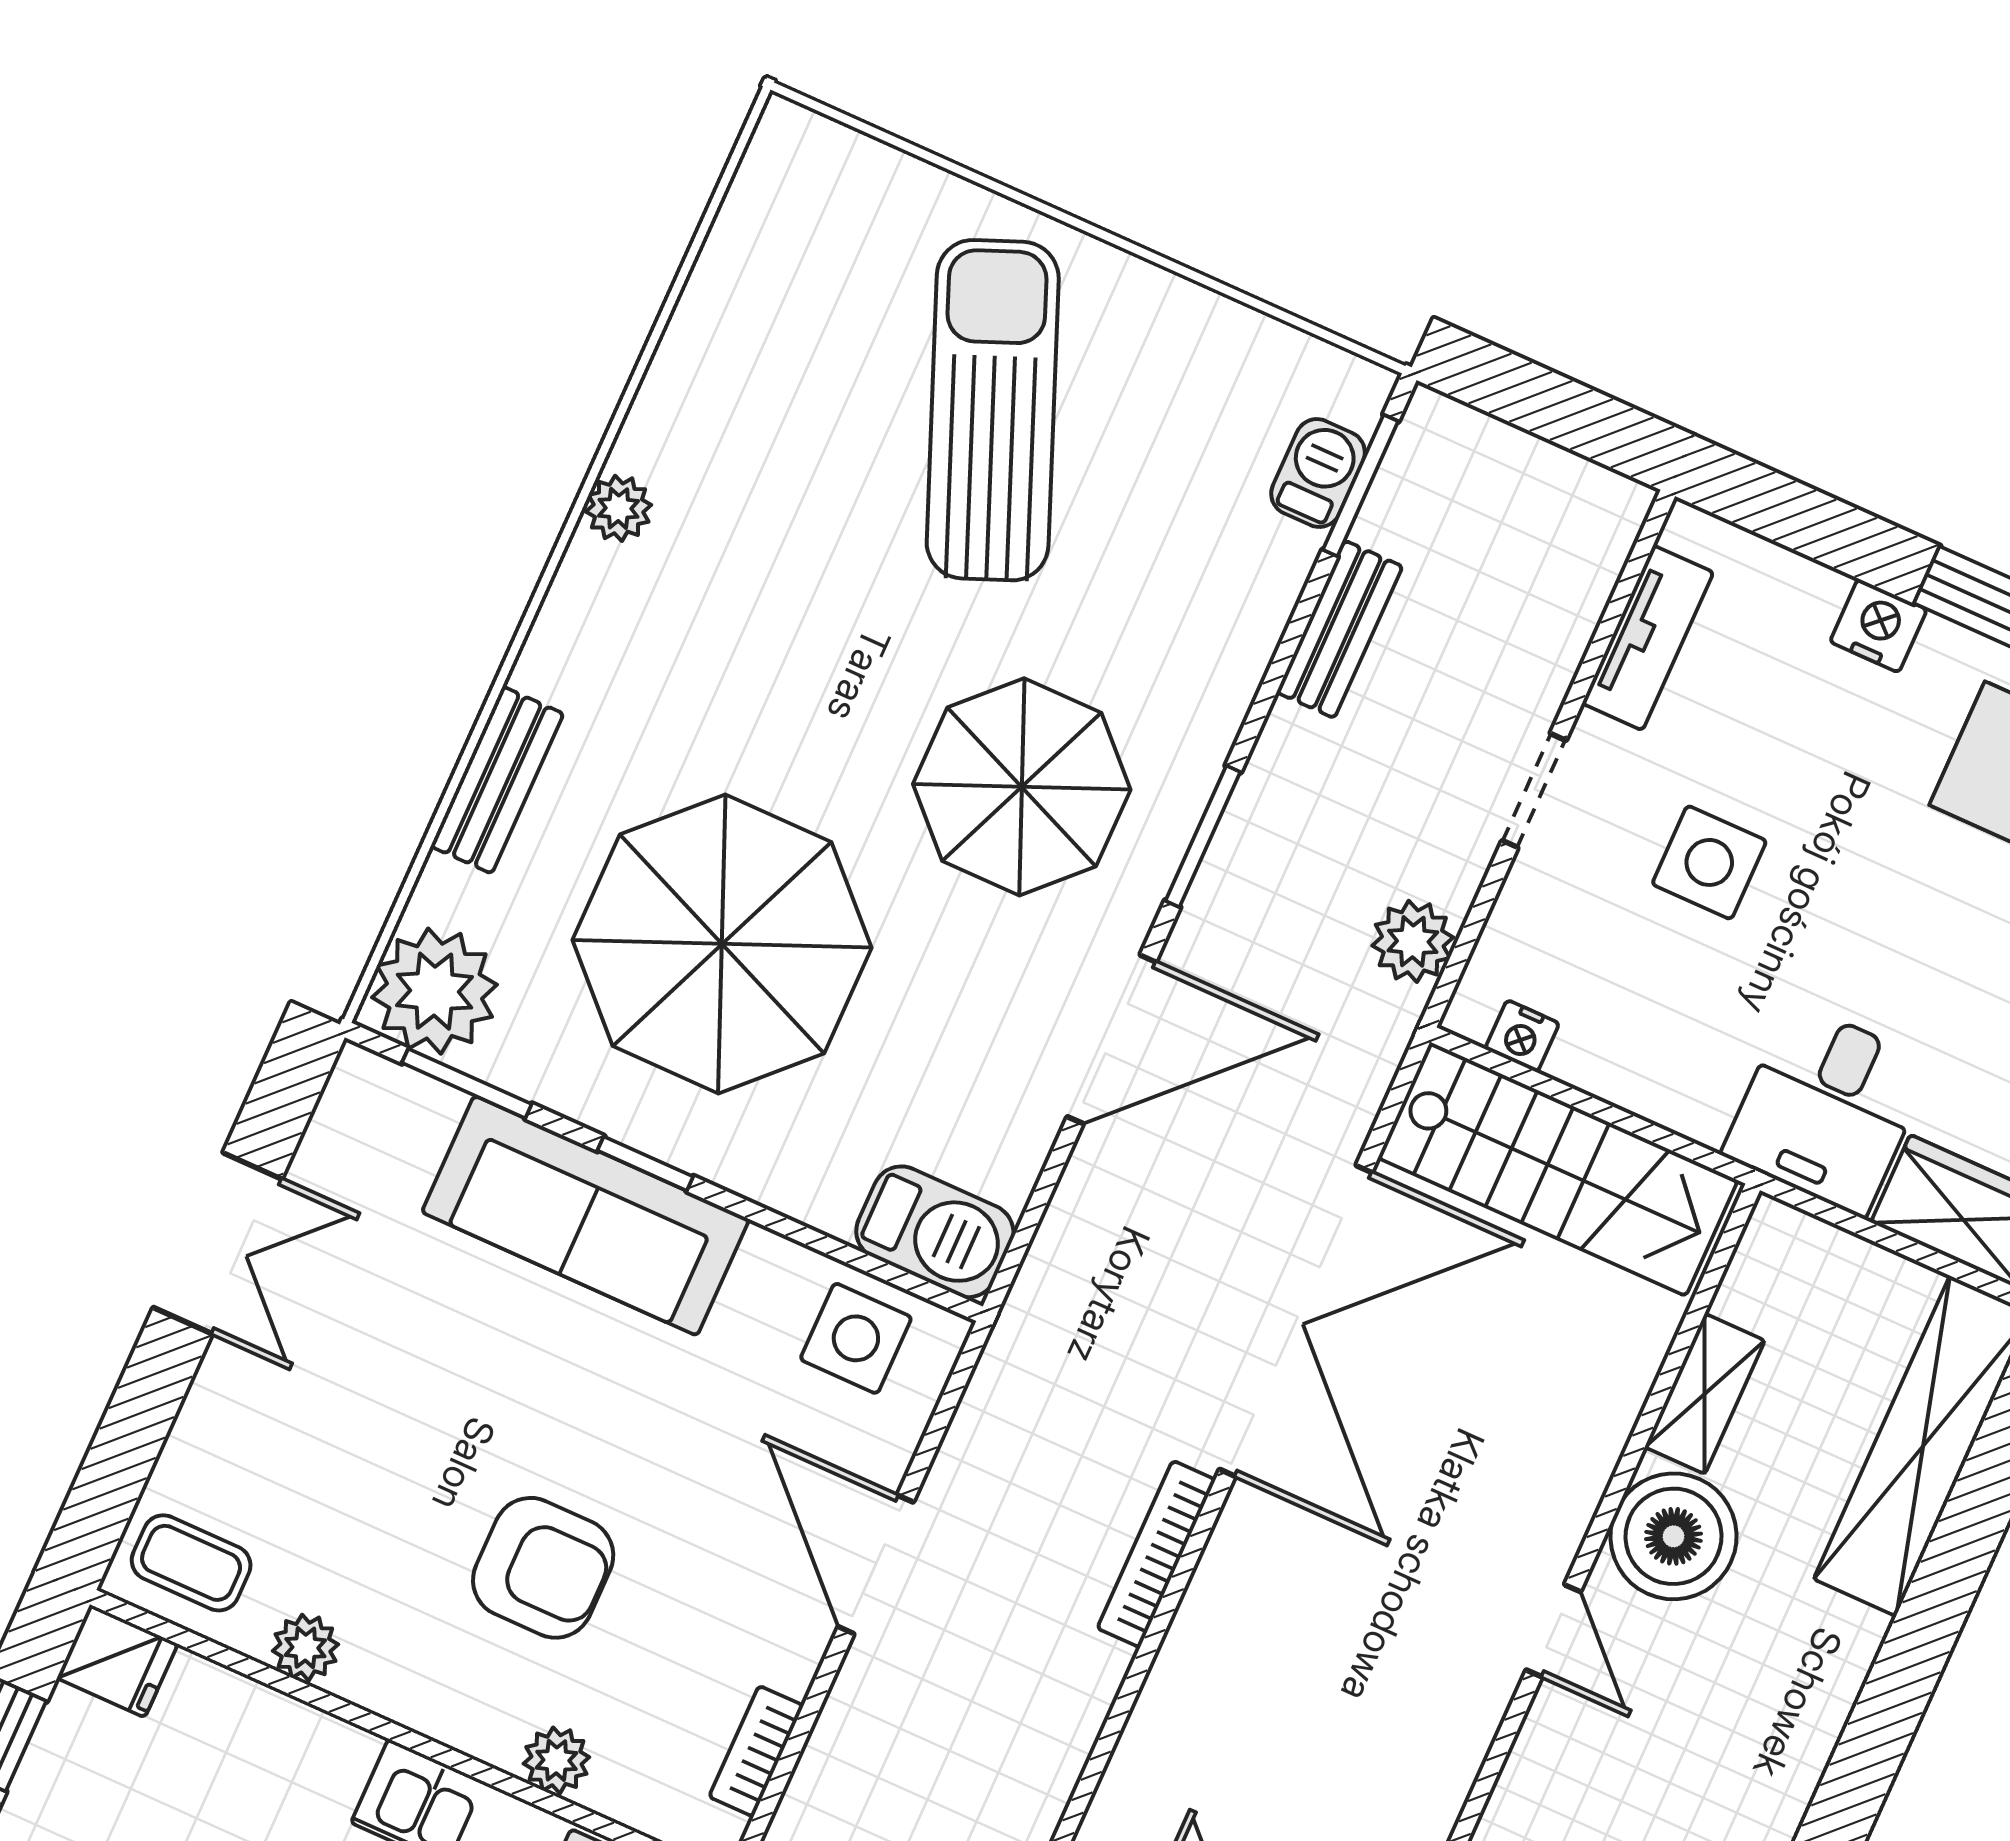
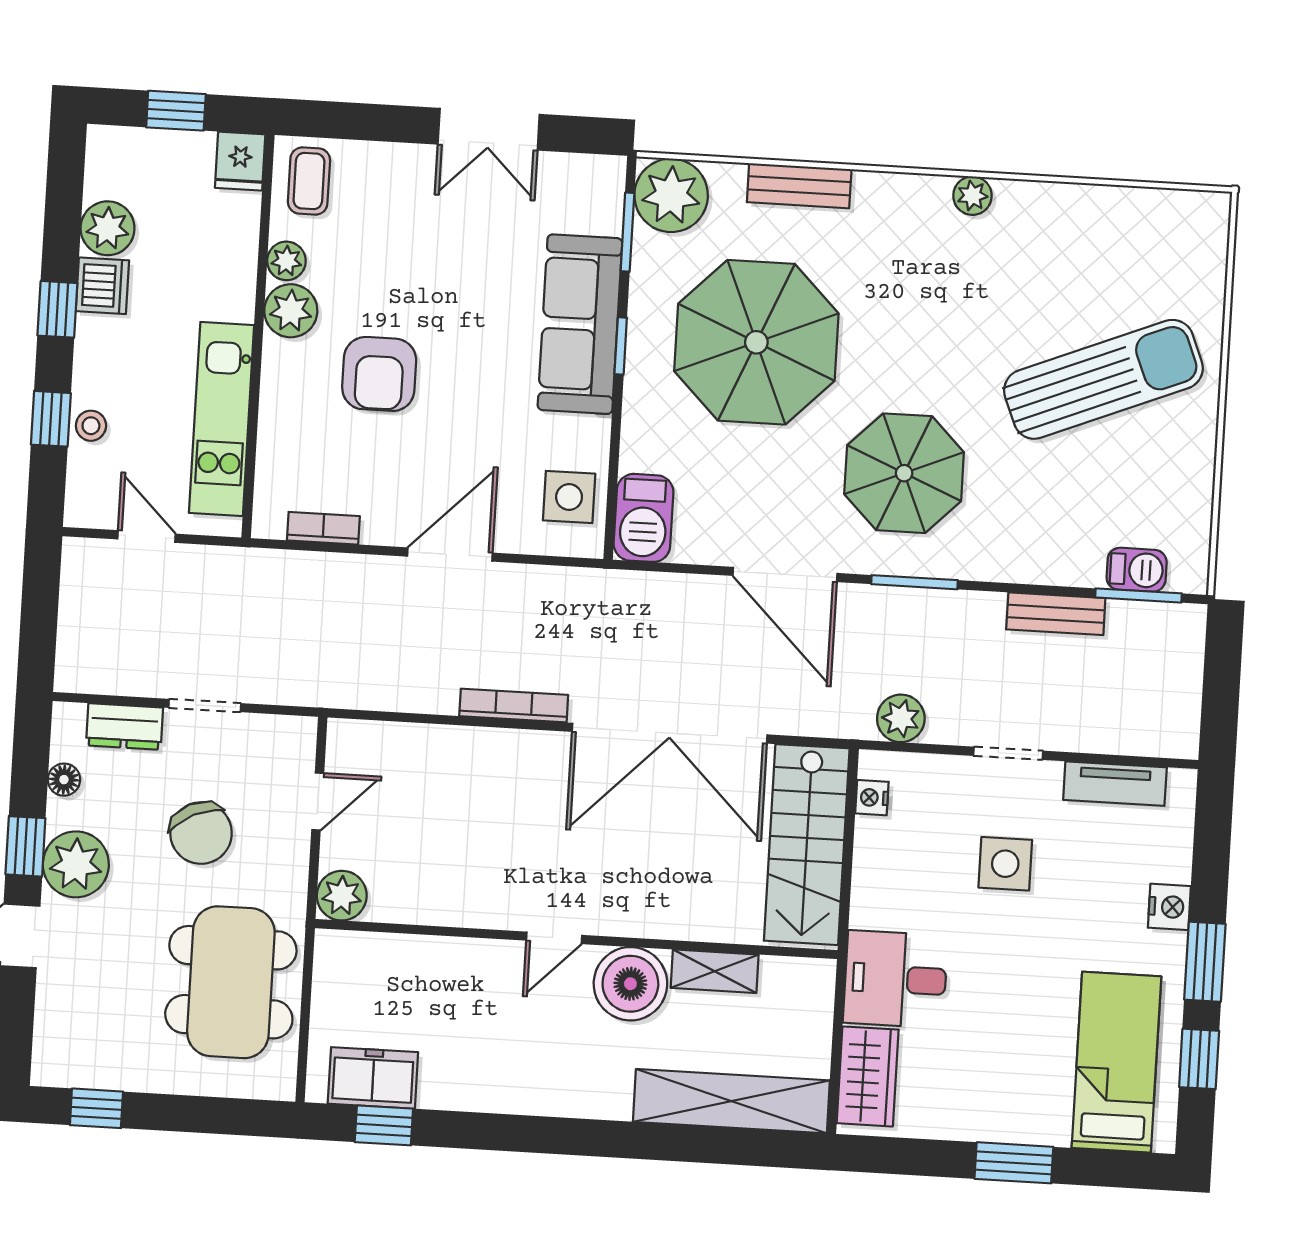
plant: (556, 1760) -> (291, 311), moved, width x1.38, depth x1.38

